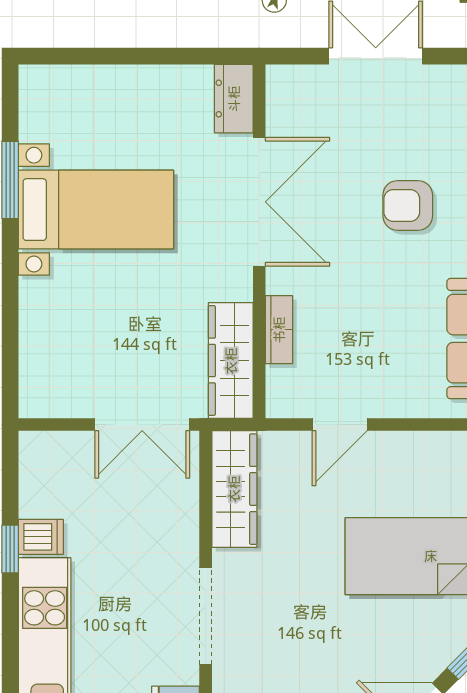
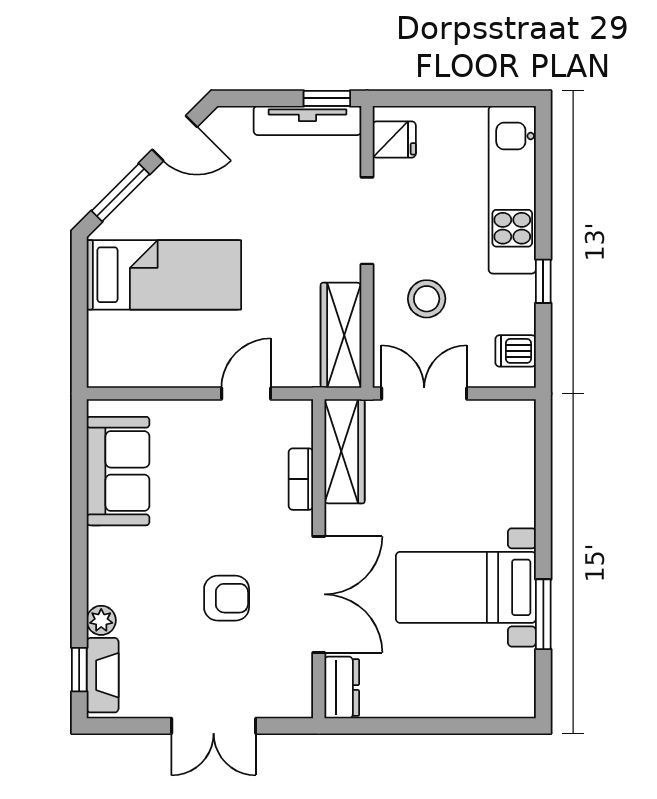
double door: (259, 202) -> (319, 594), swing flipped
armchair: (408, 205) -> (227, 598), moved
stool: (140, 530) -> (427, 299), added
dishwasher: (41, 537) -> (516, 351), moved

